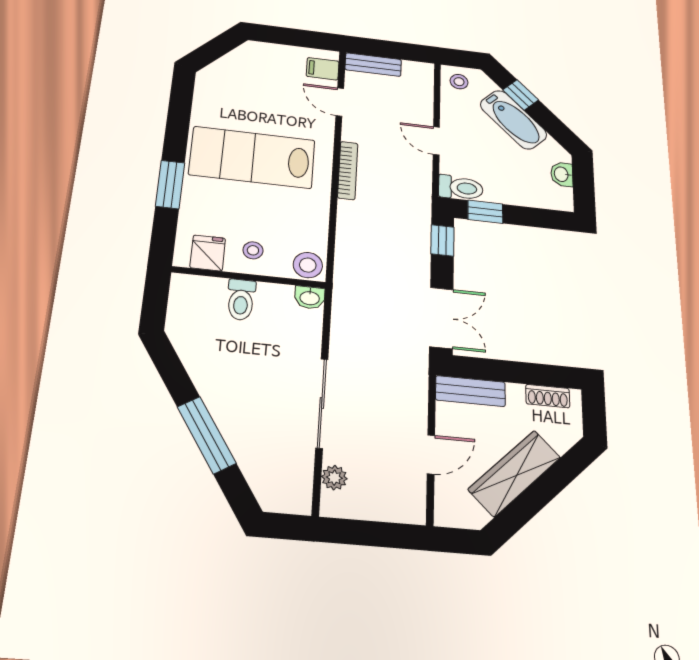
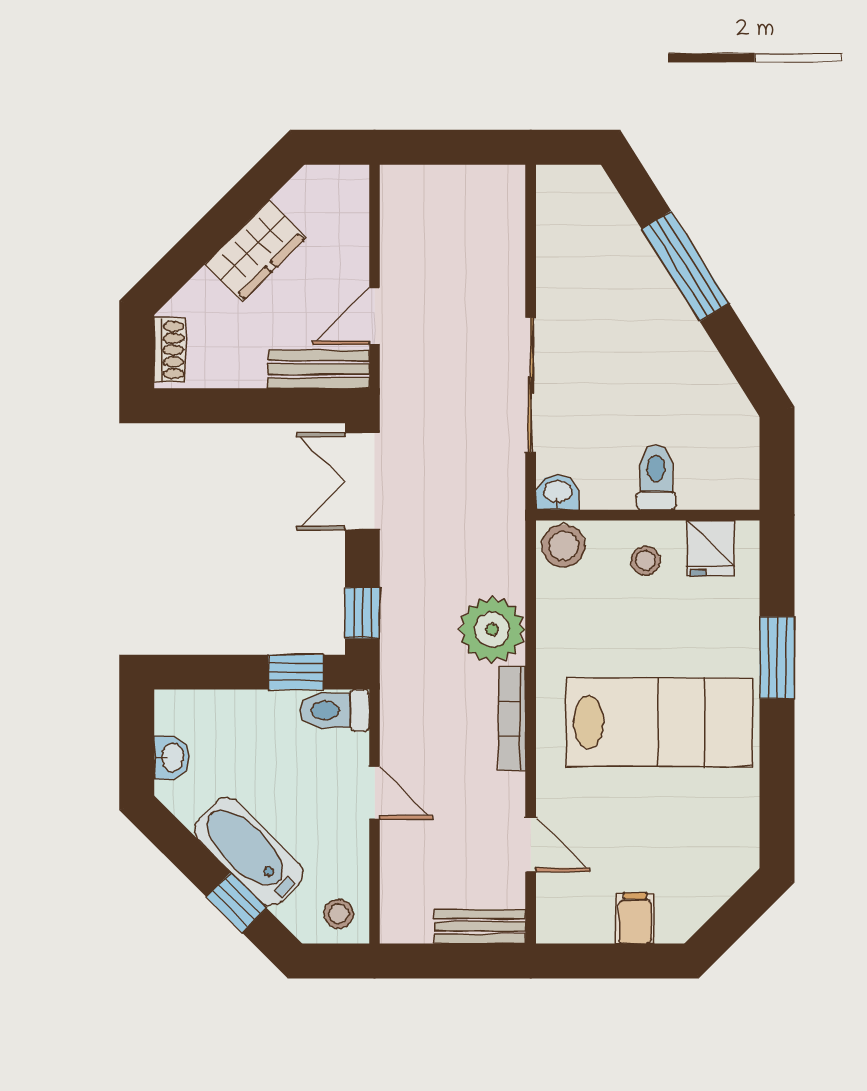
filing cabinet: (323, 69) -> (635, 918), moved, turned -90
shoe rack: (548, 396) -> (170, 350), moved, turned 90
sliding door: (322, 403) -> (531, 385), moved
door: (431, 454) -> (375, 316), moved
wardrobe: (515, 473) -> (256, 251), width x0.67
plant: (334, 478) -> (492, 630), moved, width x1.88, depth x1.88

